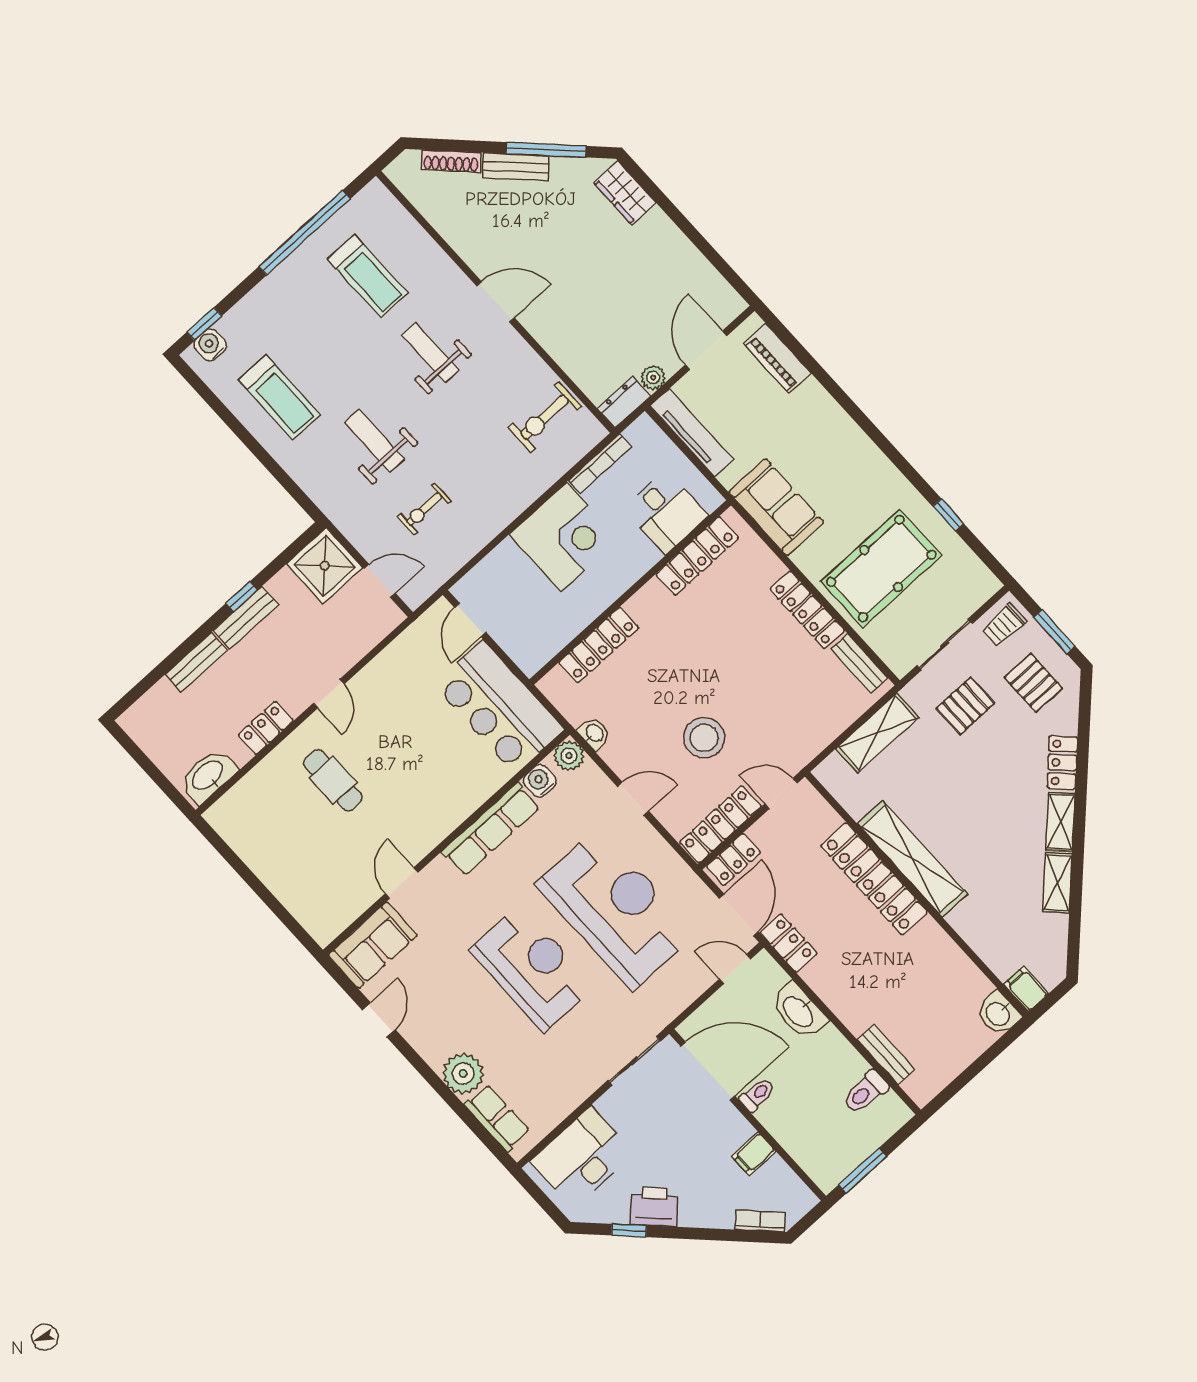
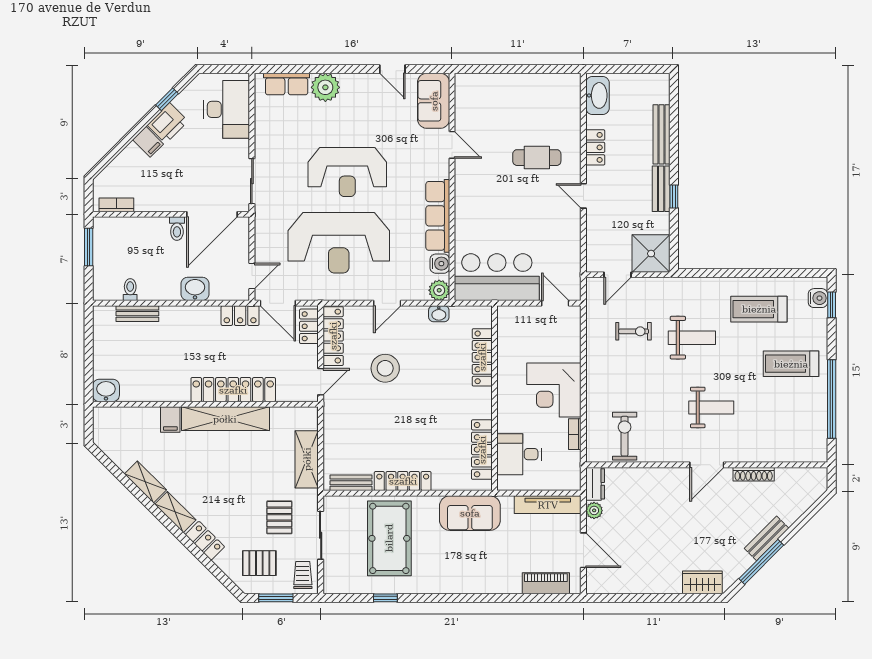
shoe rack: (451, 161) -> (754, 474), moved, turned -135
treadmill: (368, 276) -> (791, 364), moved
bookcase: (600, 464) -> (575, 434), width x0.64
exercise bike: (424, 509) -> (634, 331), turned 90
bench: (196, 662) -> (662, 134), width x1.36
filing cabinet: (1026, 989) -> (170, 419), moved, turned 90
washbasin: (799, 1011) -> (195, 289), width x0.72
toilet: (865, 1092) -> (130, 290), width x0.73, depth x0.72
filing cabinet: (754, 1154) -> (148, 142), moved, turned 135
bookcase: (760, 1221) -> (116, 205), moved, turned -135

